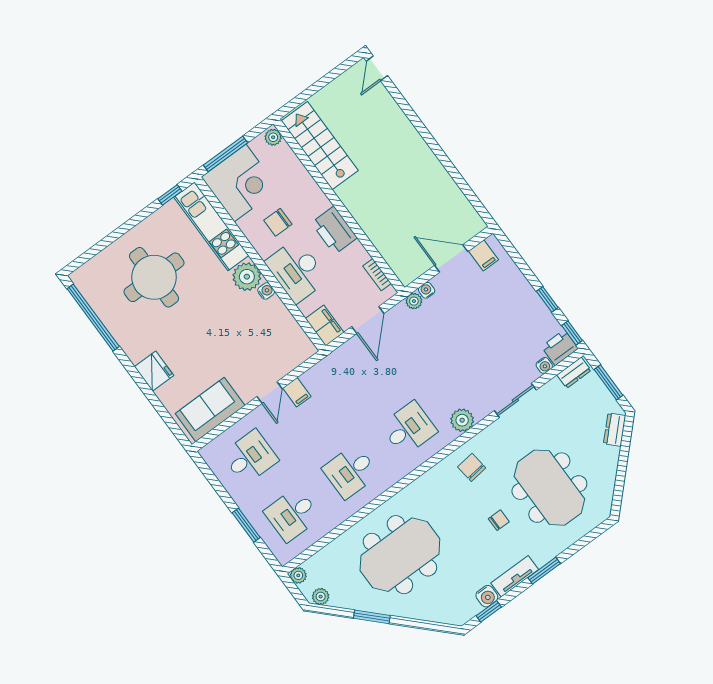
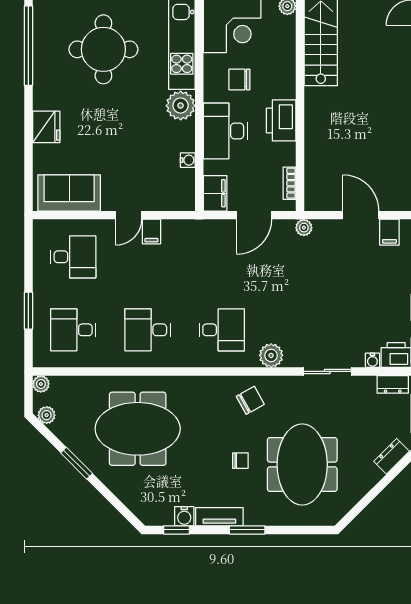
water cooler: (427, 290) -> (321, 226), removed
water cooler: (266, 291) -> (188, 160), moved
chair: (472, 467) -> (250, 400), turned 68

